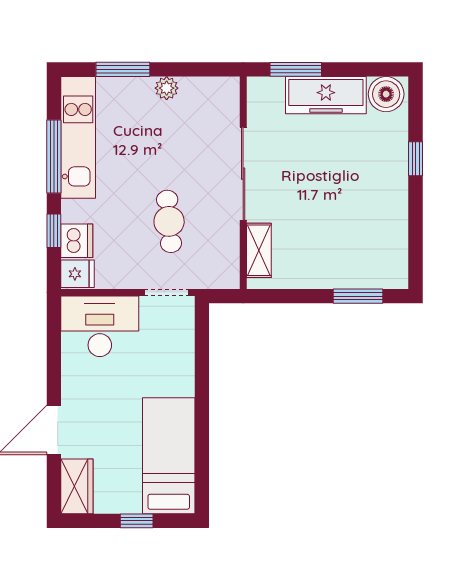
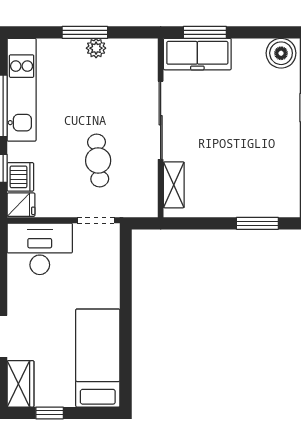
window: (123, 69) -> (85, 32), moved
freezer: (326, 95) -> (197, 54), moved
window: (137, 521) -> (50, 413), moved

